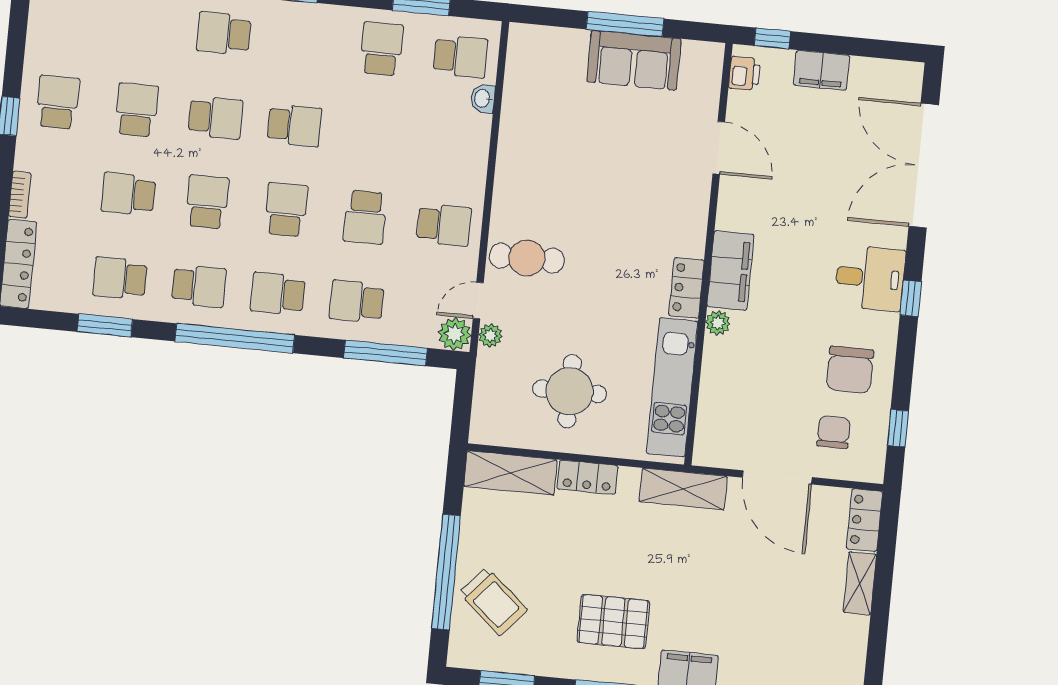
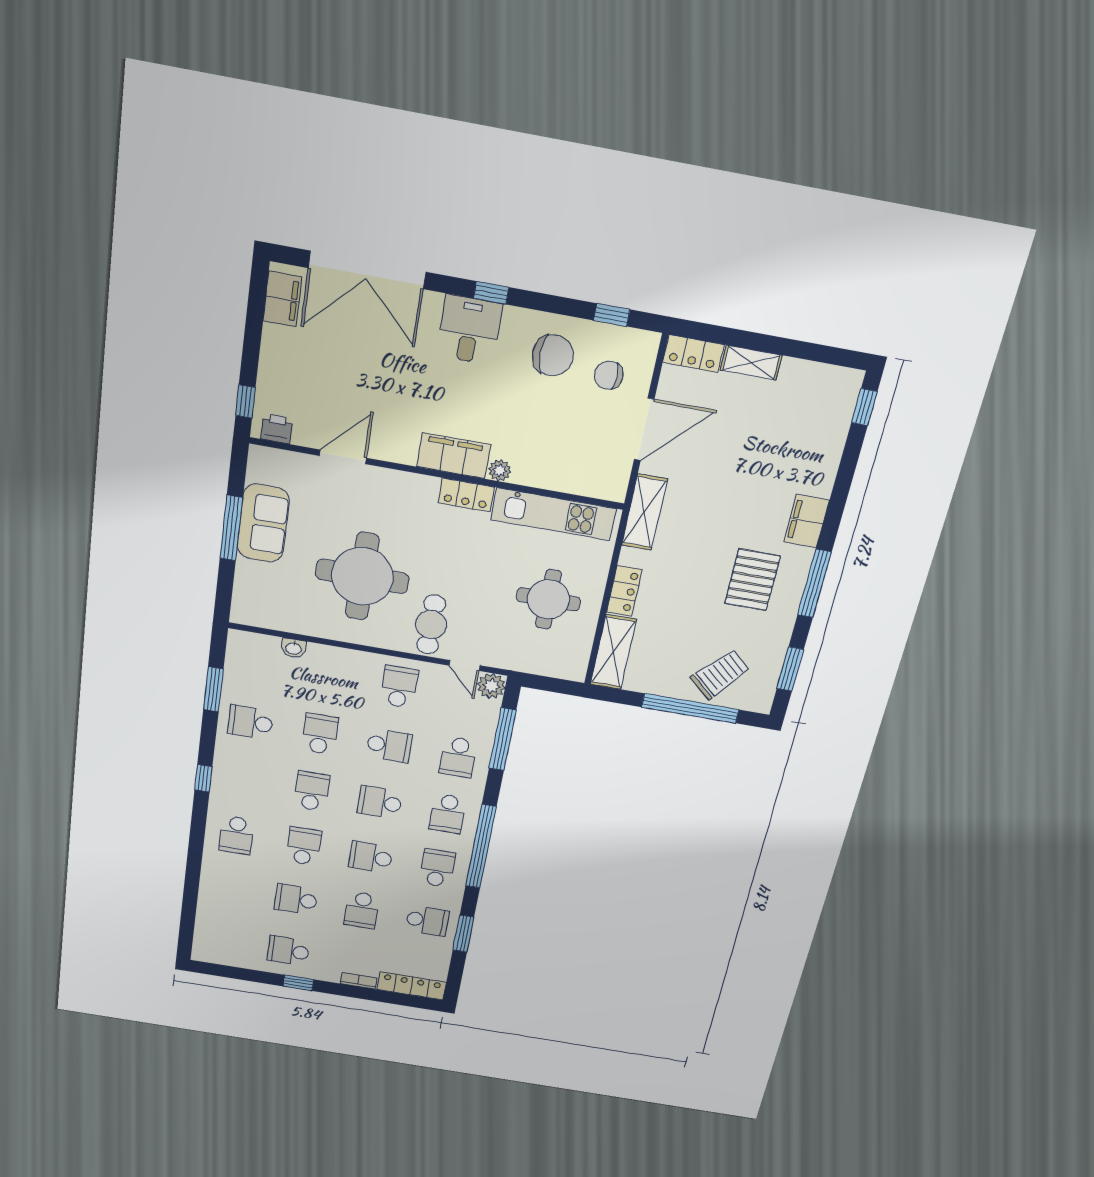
school desk: (460, 57) -> (320, 734), moved
filing cabinet: (821, 70) -> (282, 299), moved
round table: (579, 175) -> (362, 576), added
school desk: (120, 278) -> (427, 921), turned -90
plant: (490, 336) -> (495, 658), removed

